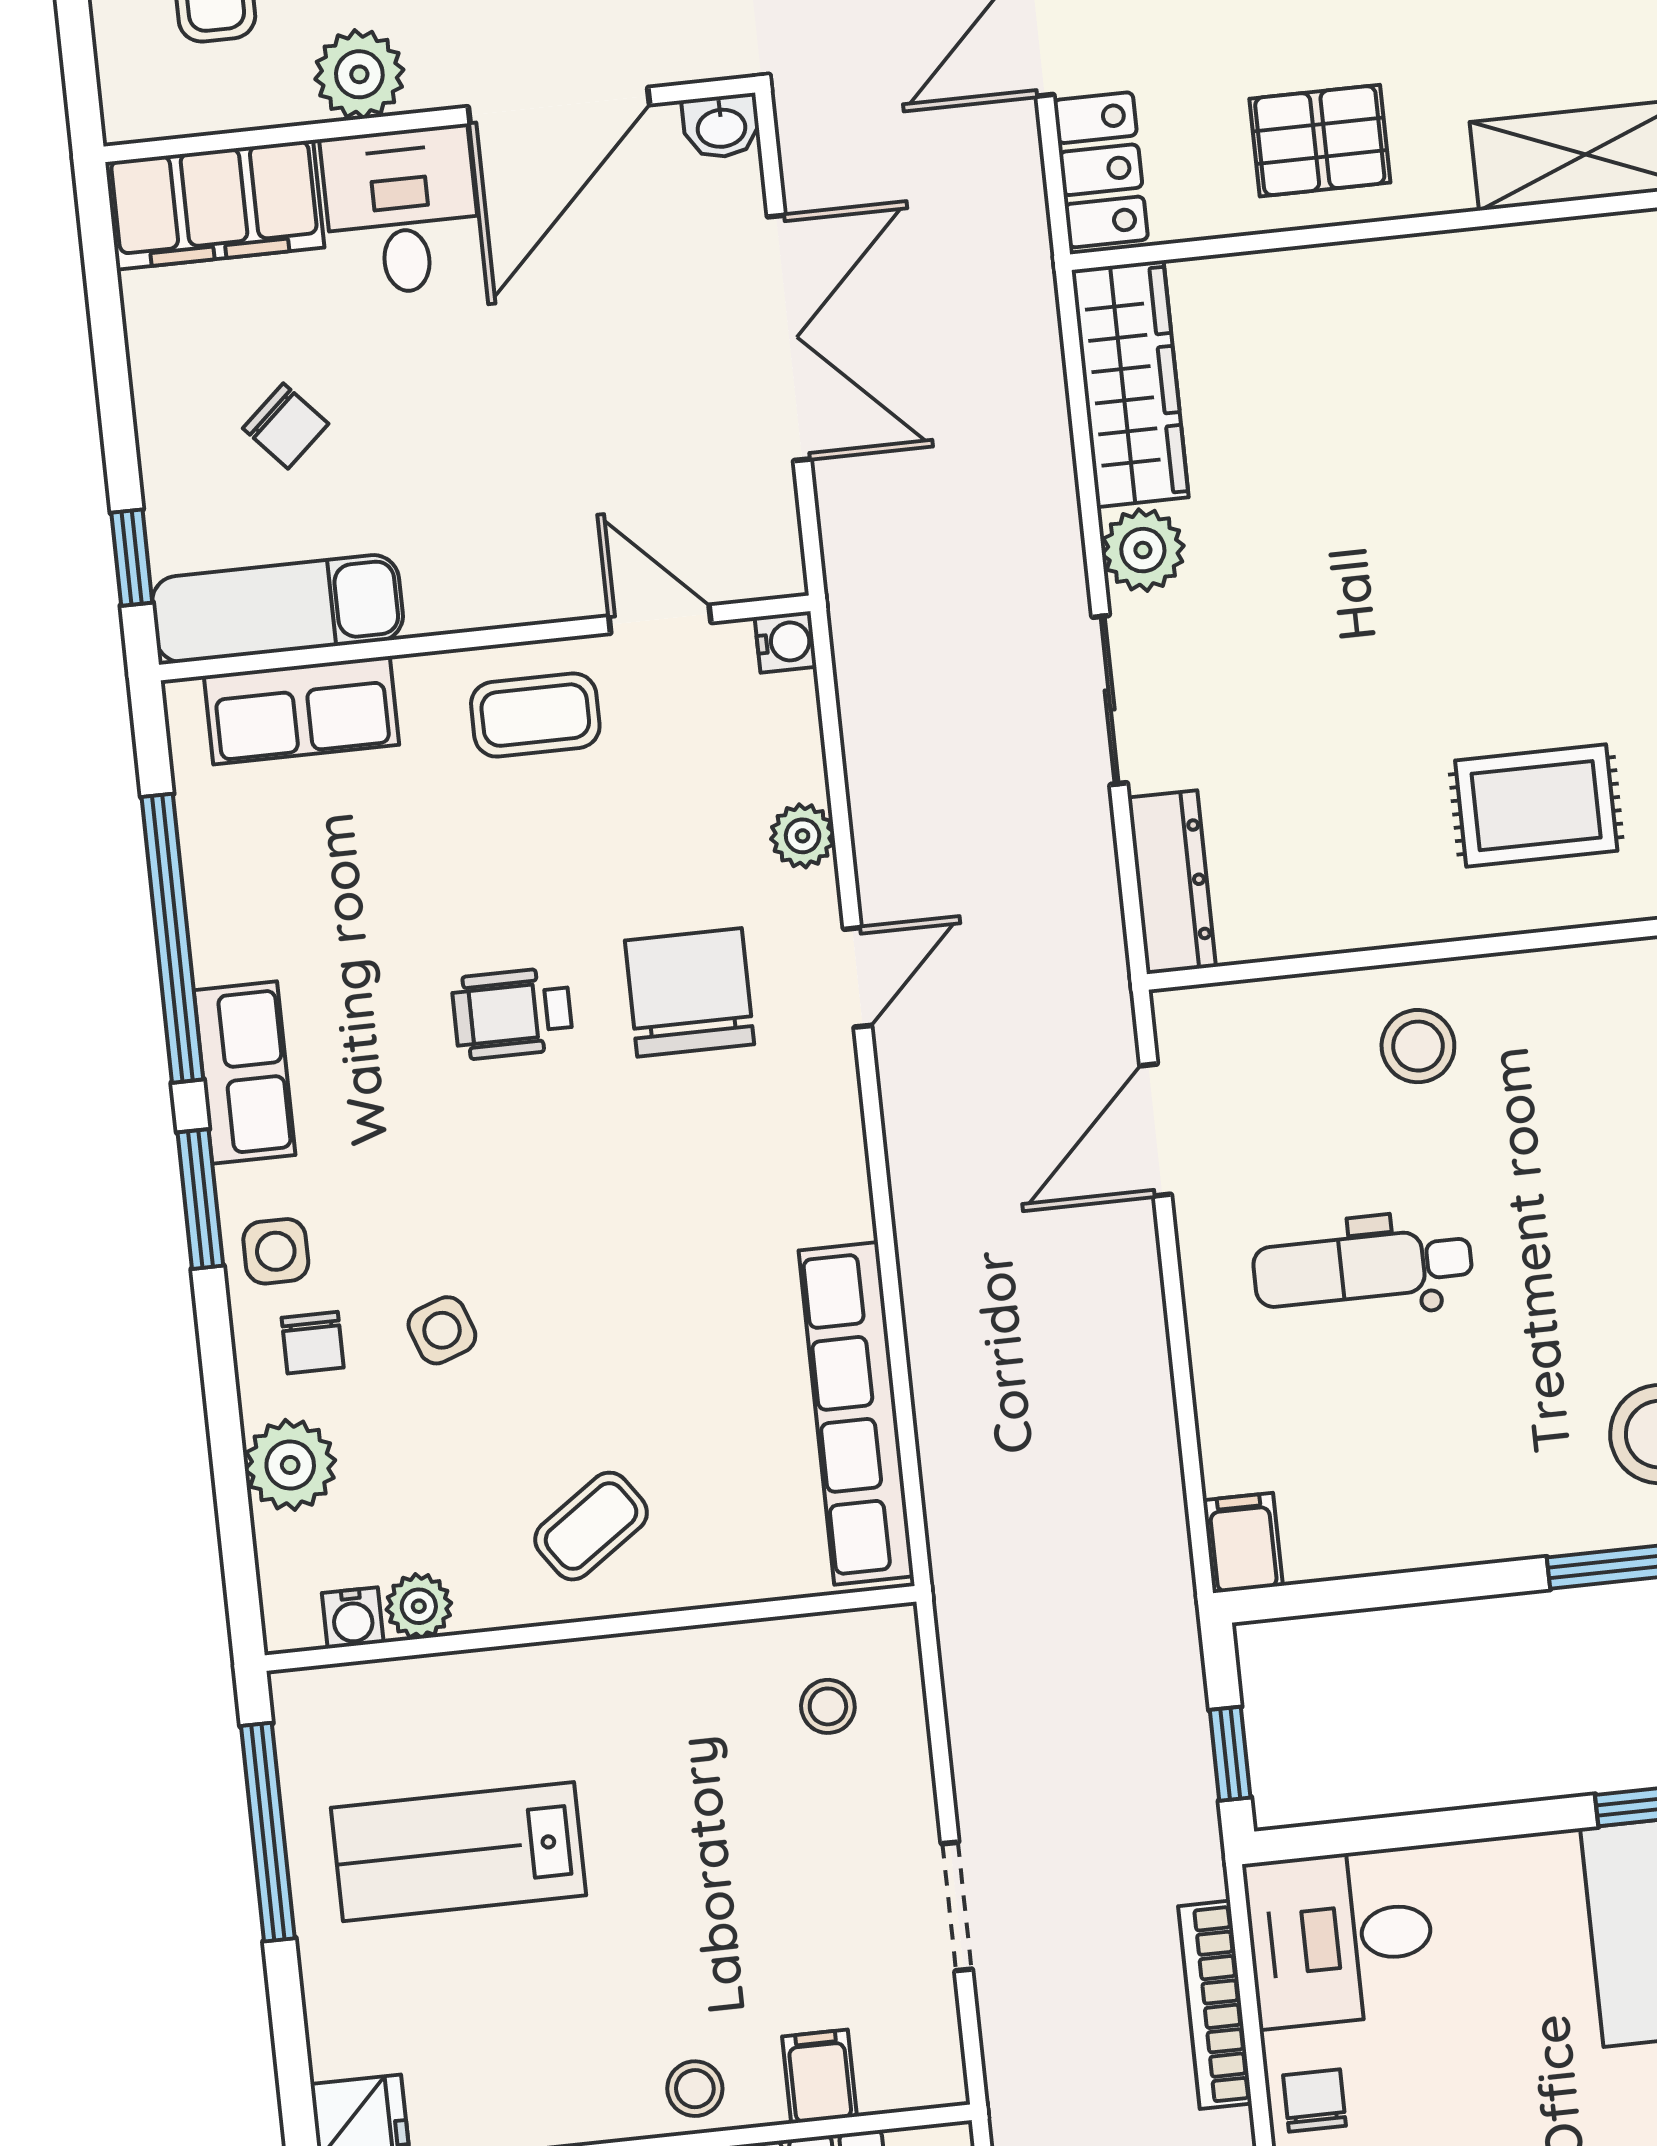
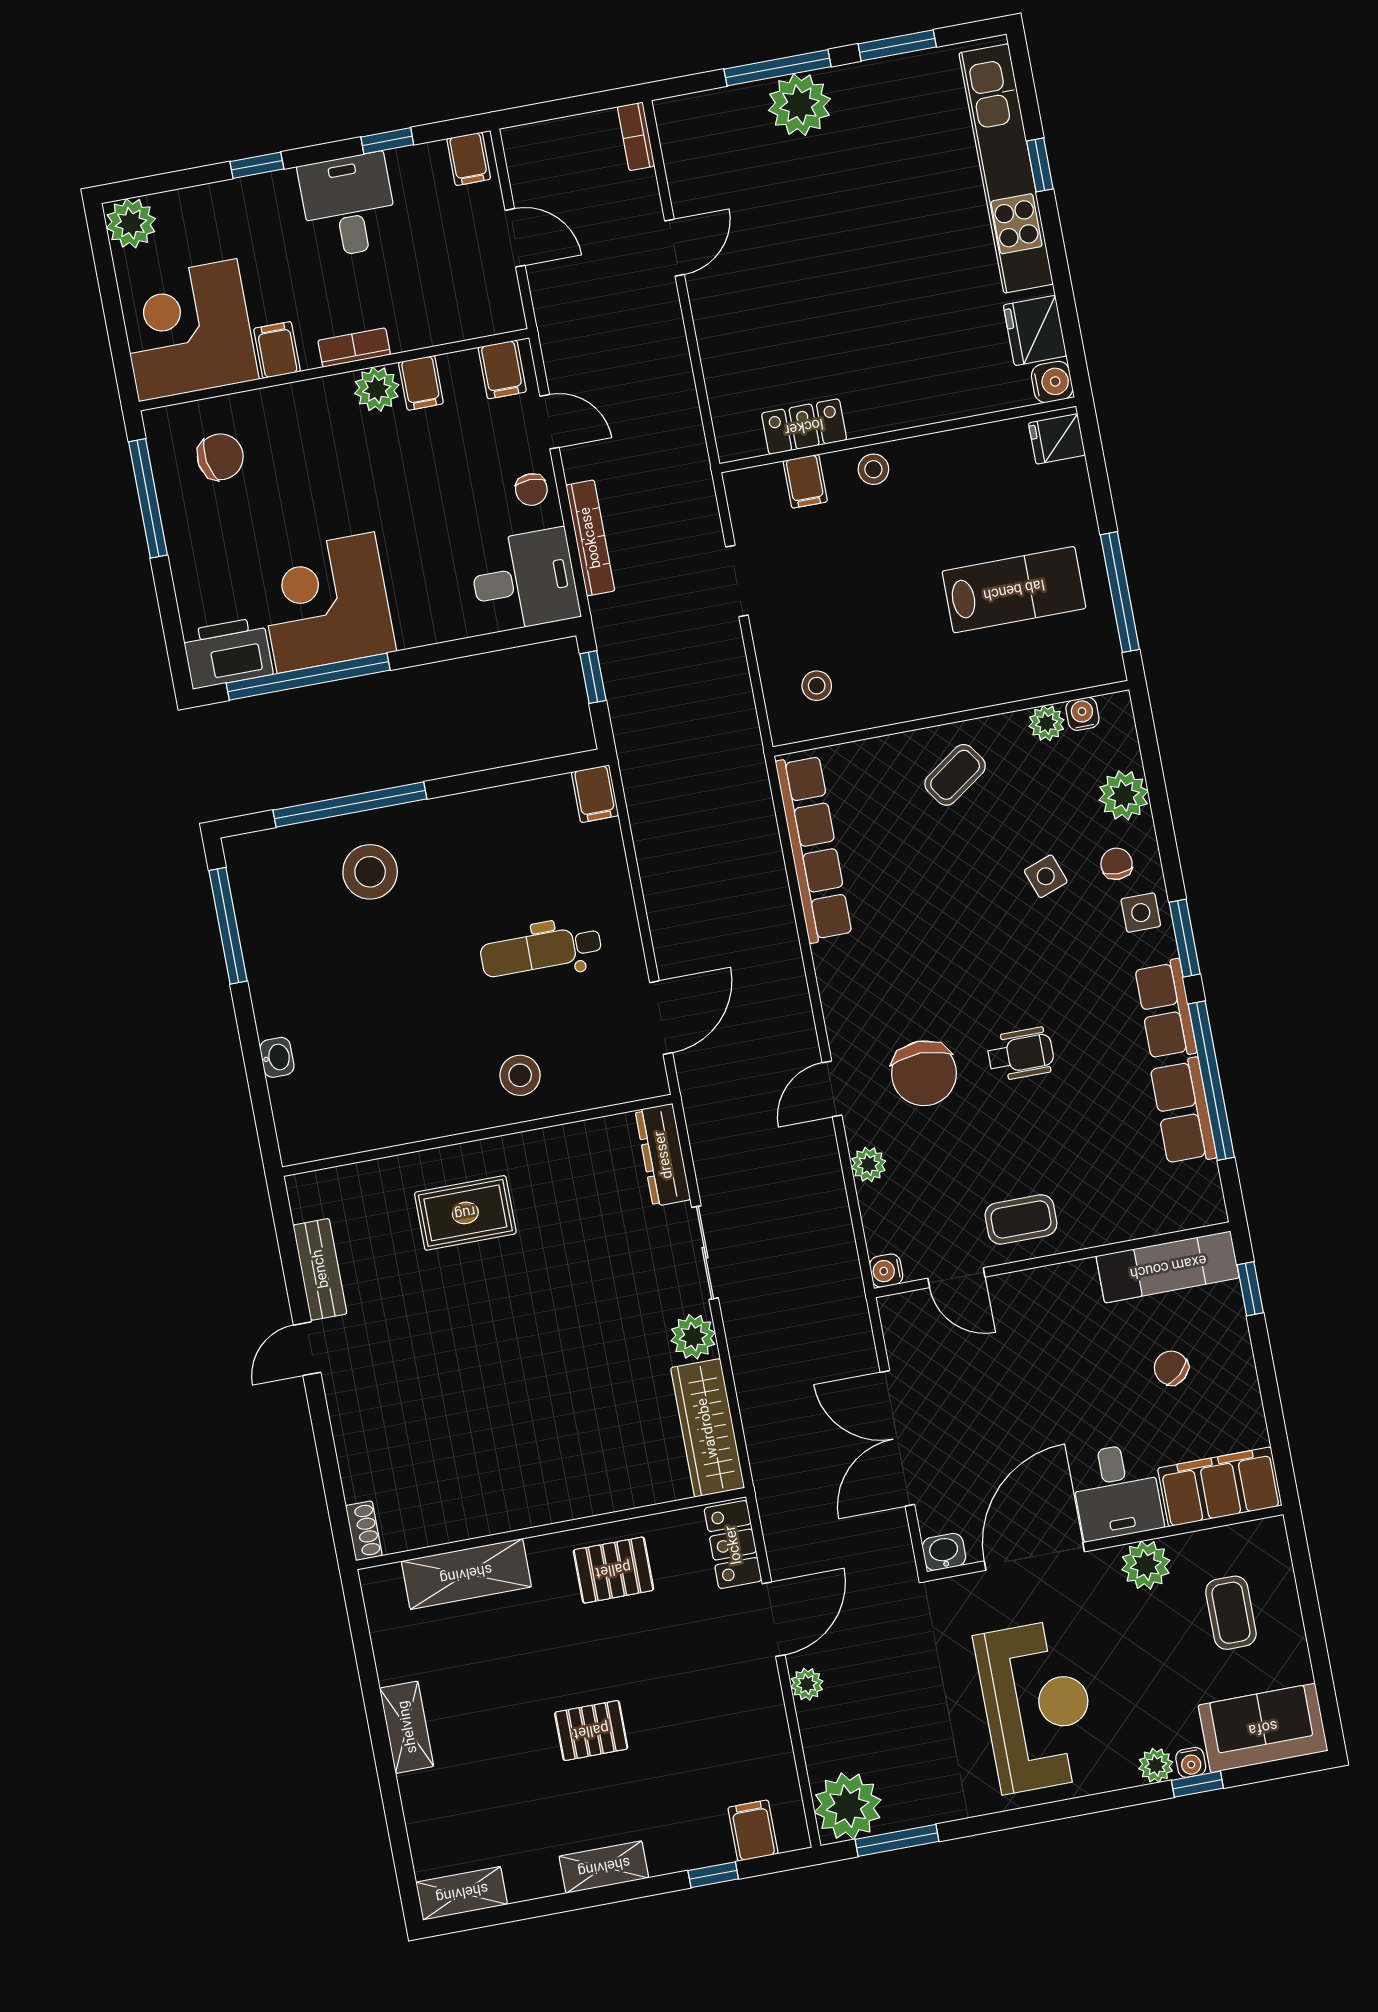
row of seats: (301, 710) -> (1183, 1112), moved, turned -90
dental chair: (1363, 1267) -> (541, 951), turned 180

